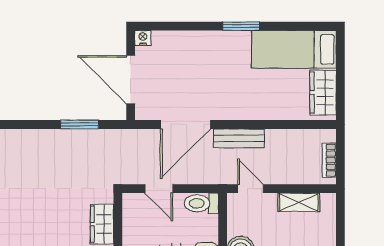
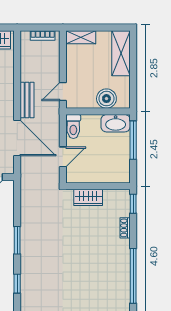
window: (79, 124) -> (17, 240), moved
shelving: (299, 202) -> (81, 37), moved, turned 90

